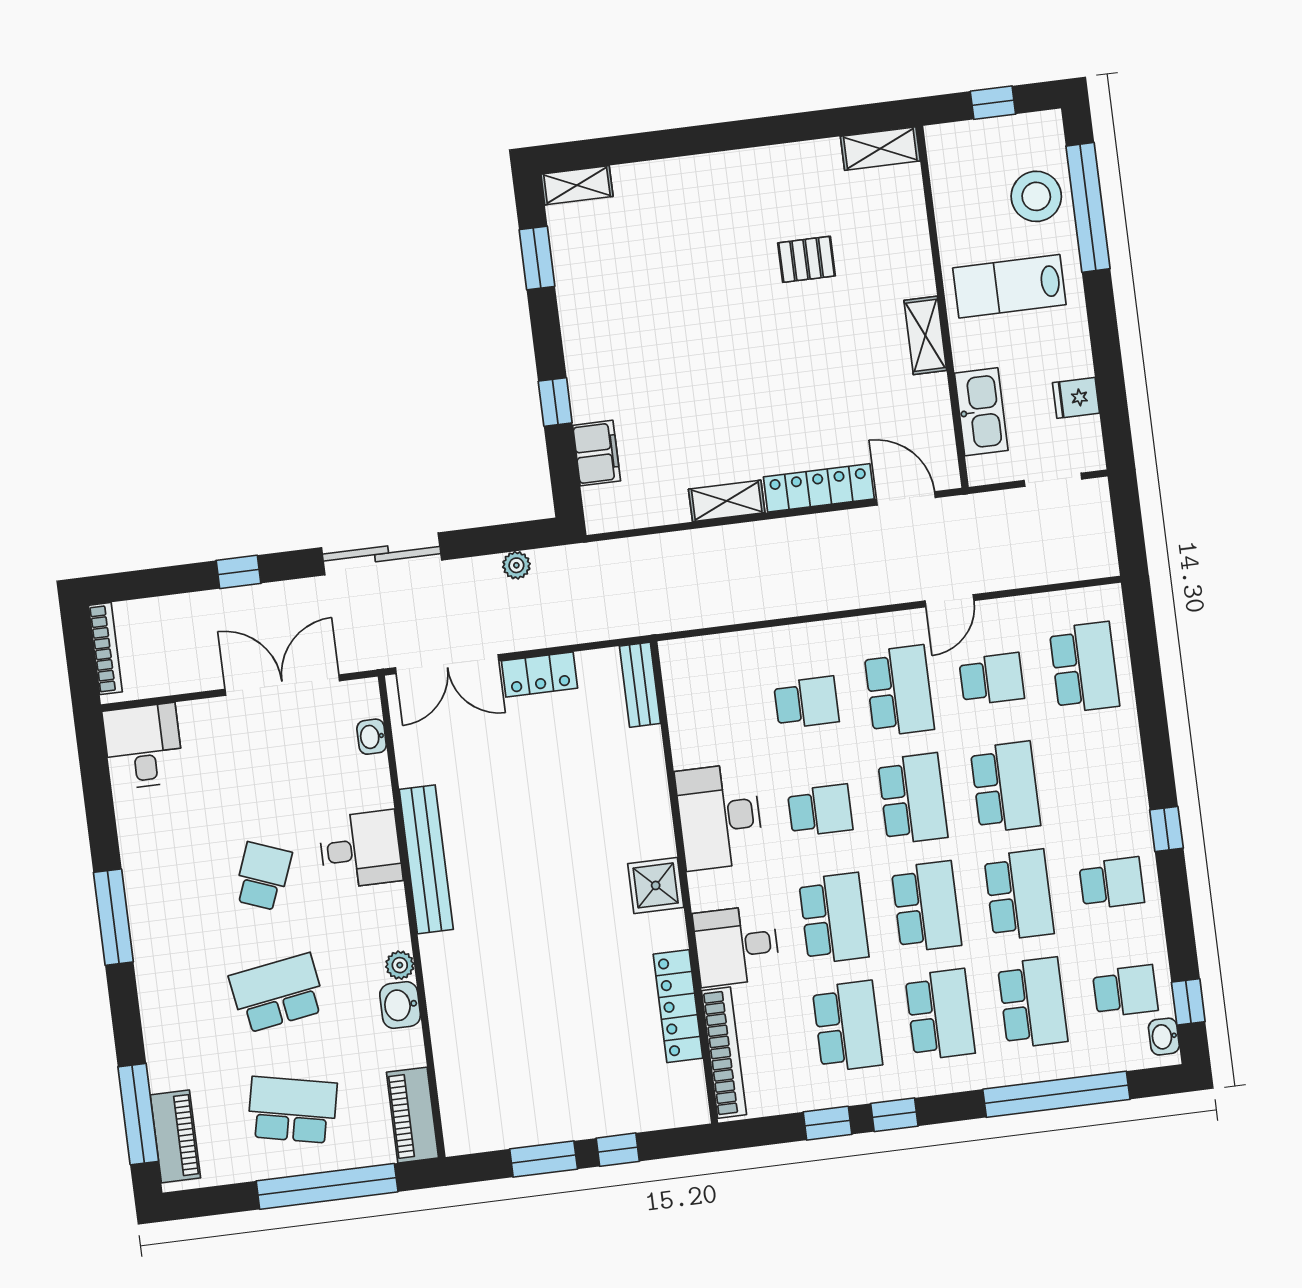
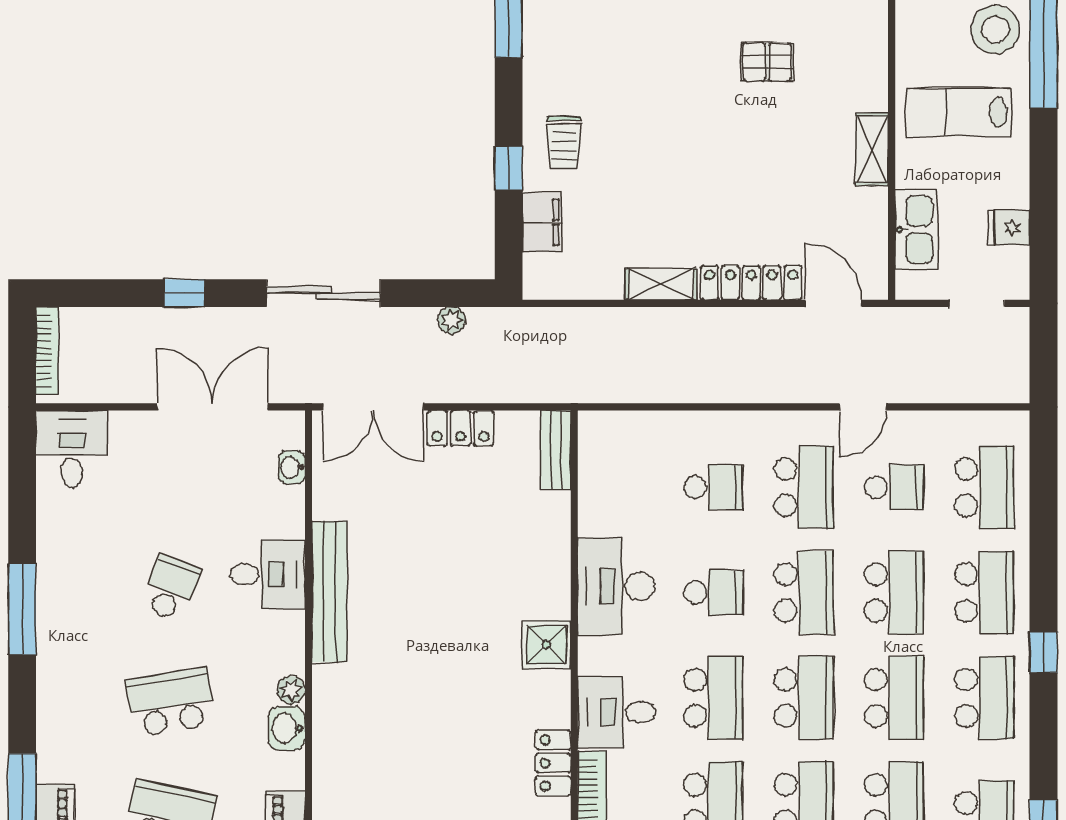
trolley: (608, 368) -> (564, 142), added
school desk: (1098, 775) -> (984, 592), added
school desk: (1112, 883) -> (984, 698), width x1.85
locker: (678, 1006) -> (553, 763), width x0.66

